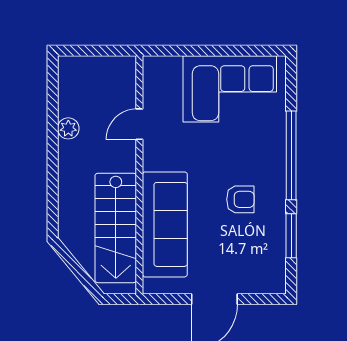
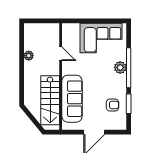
door: (139, 124) -> (61, 54), swing flipped
plant: (272, 155) -> (120, 67), added
armchair: (240, 199) -> (113, 105), moved

